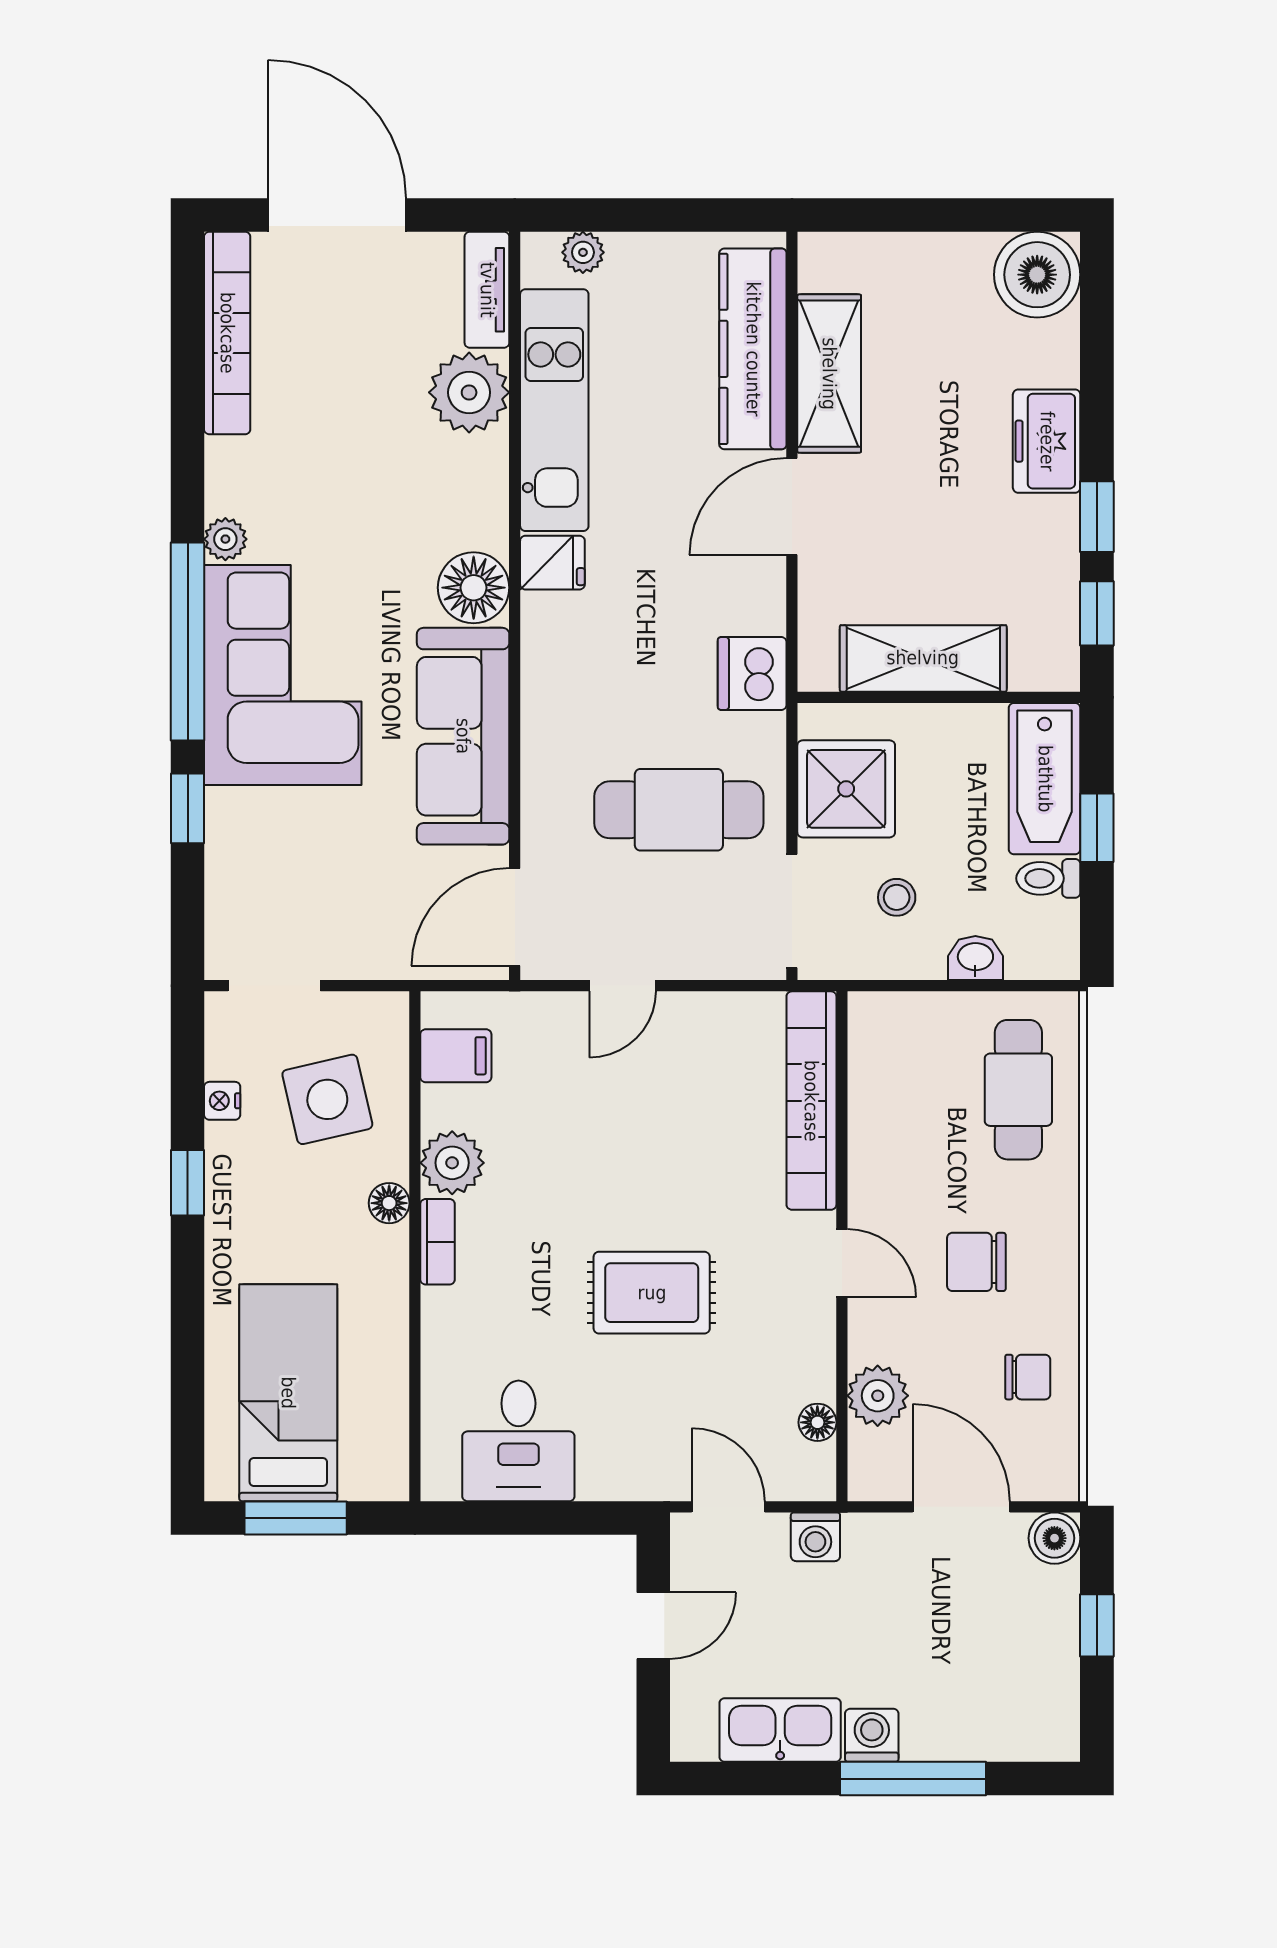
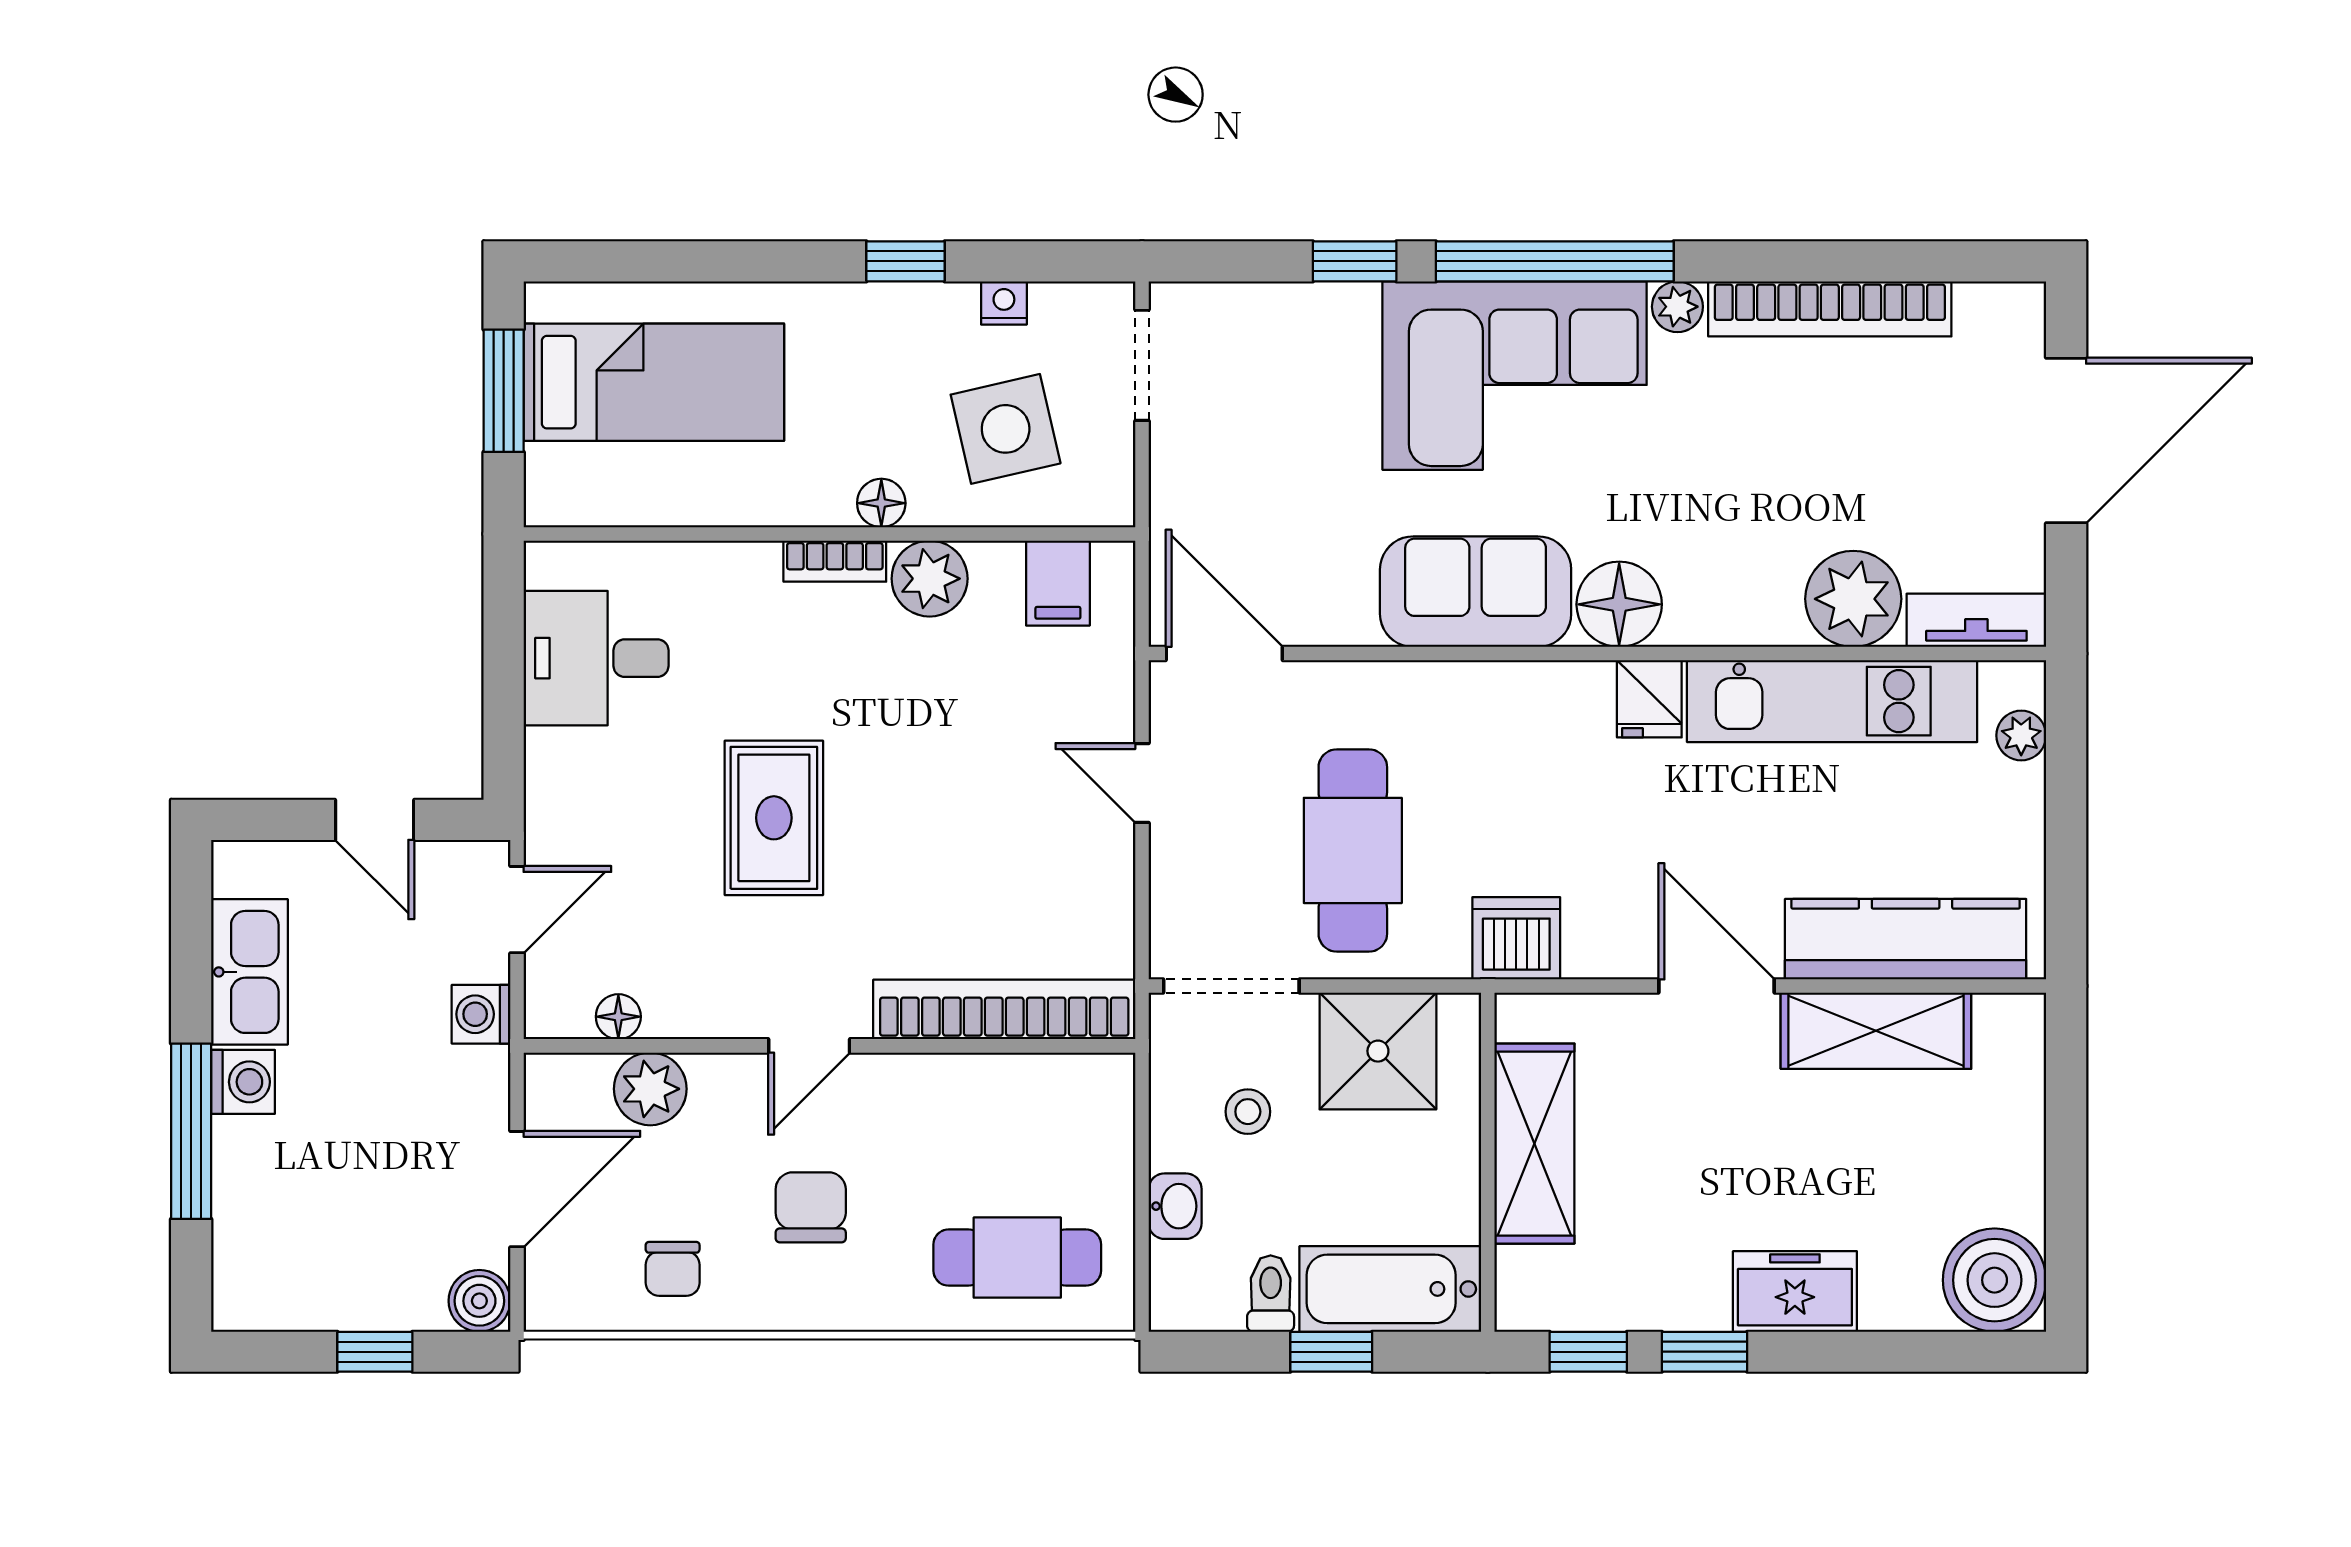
bookcase: (227, 333) -> (1830, 309), moved
sofa: (463, 736) -> (1476, 592), width x0.73

